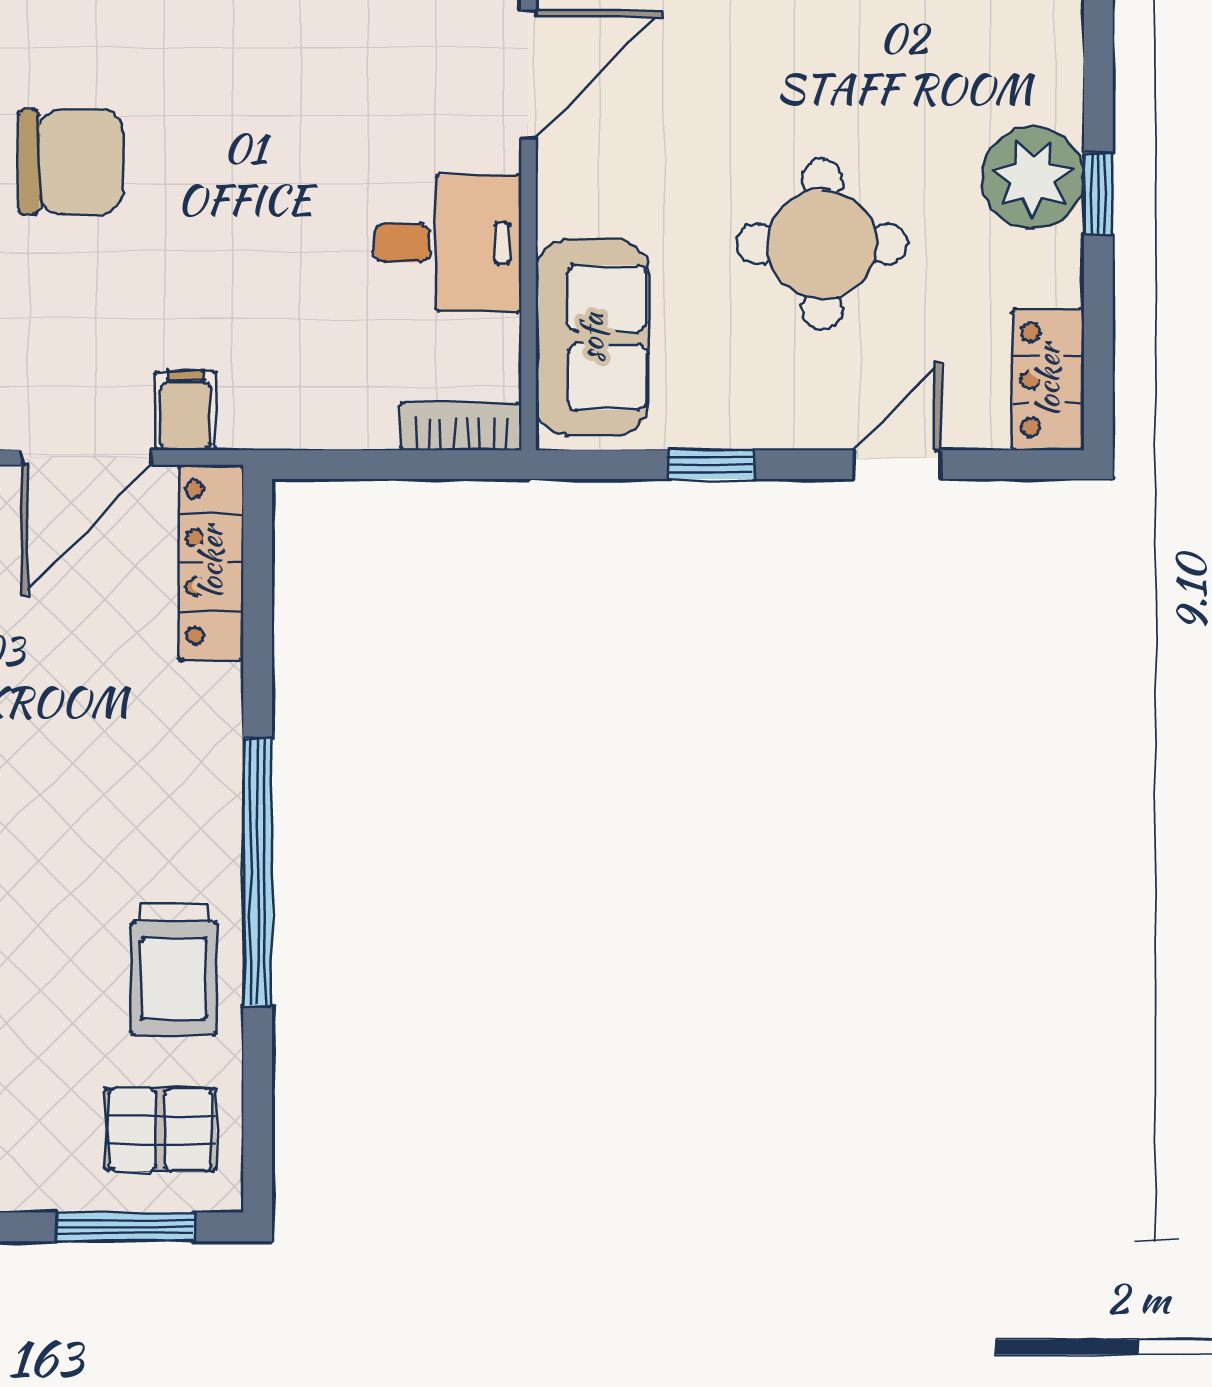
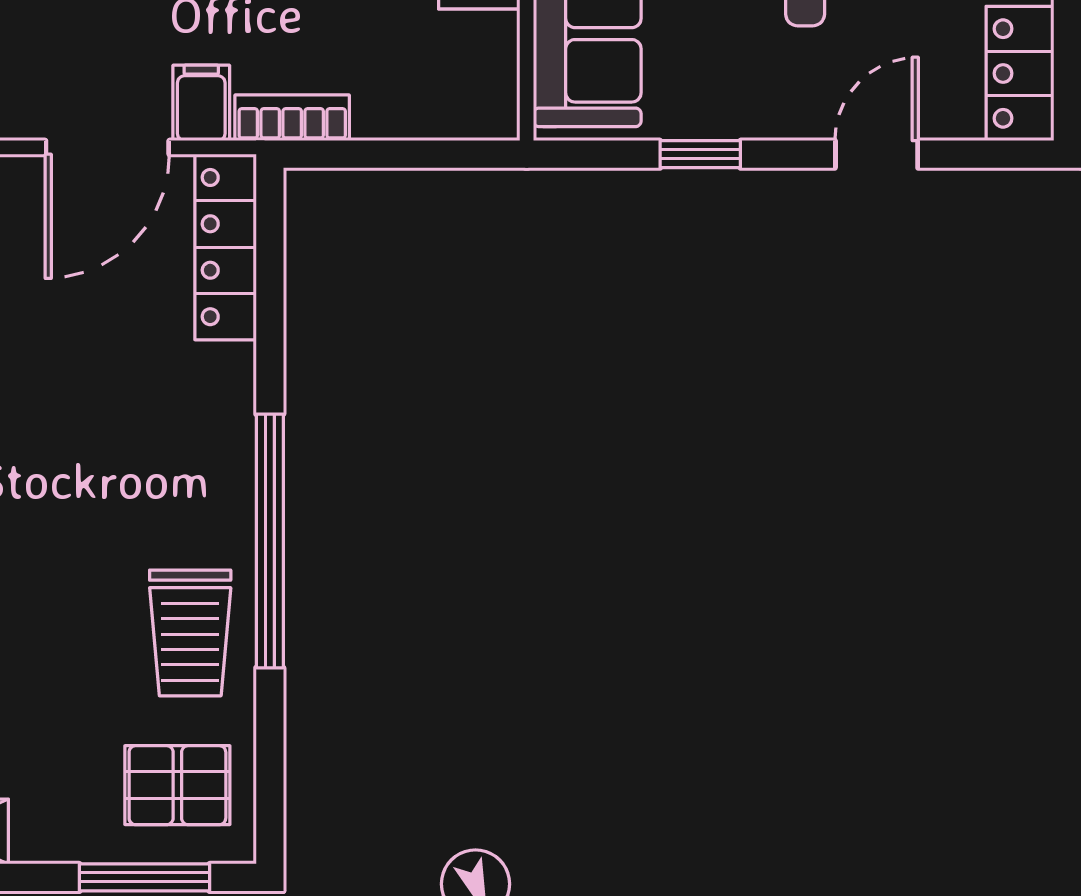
bookcase: (461, 426) -> (292, 118), moved

